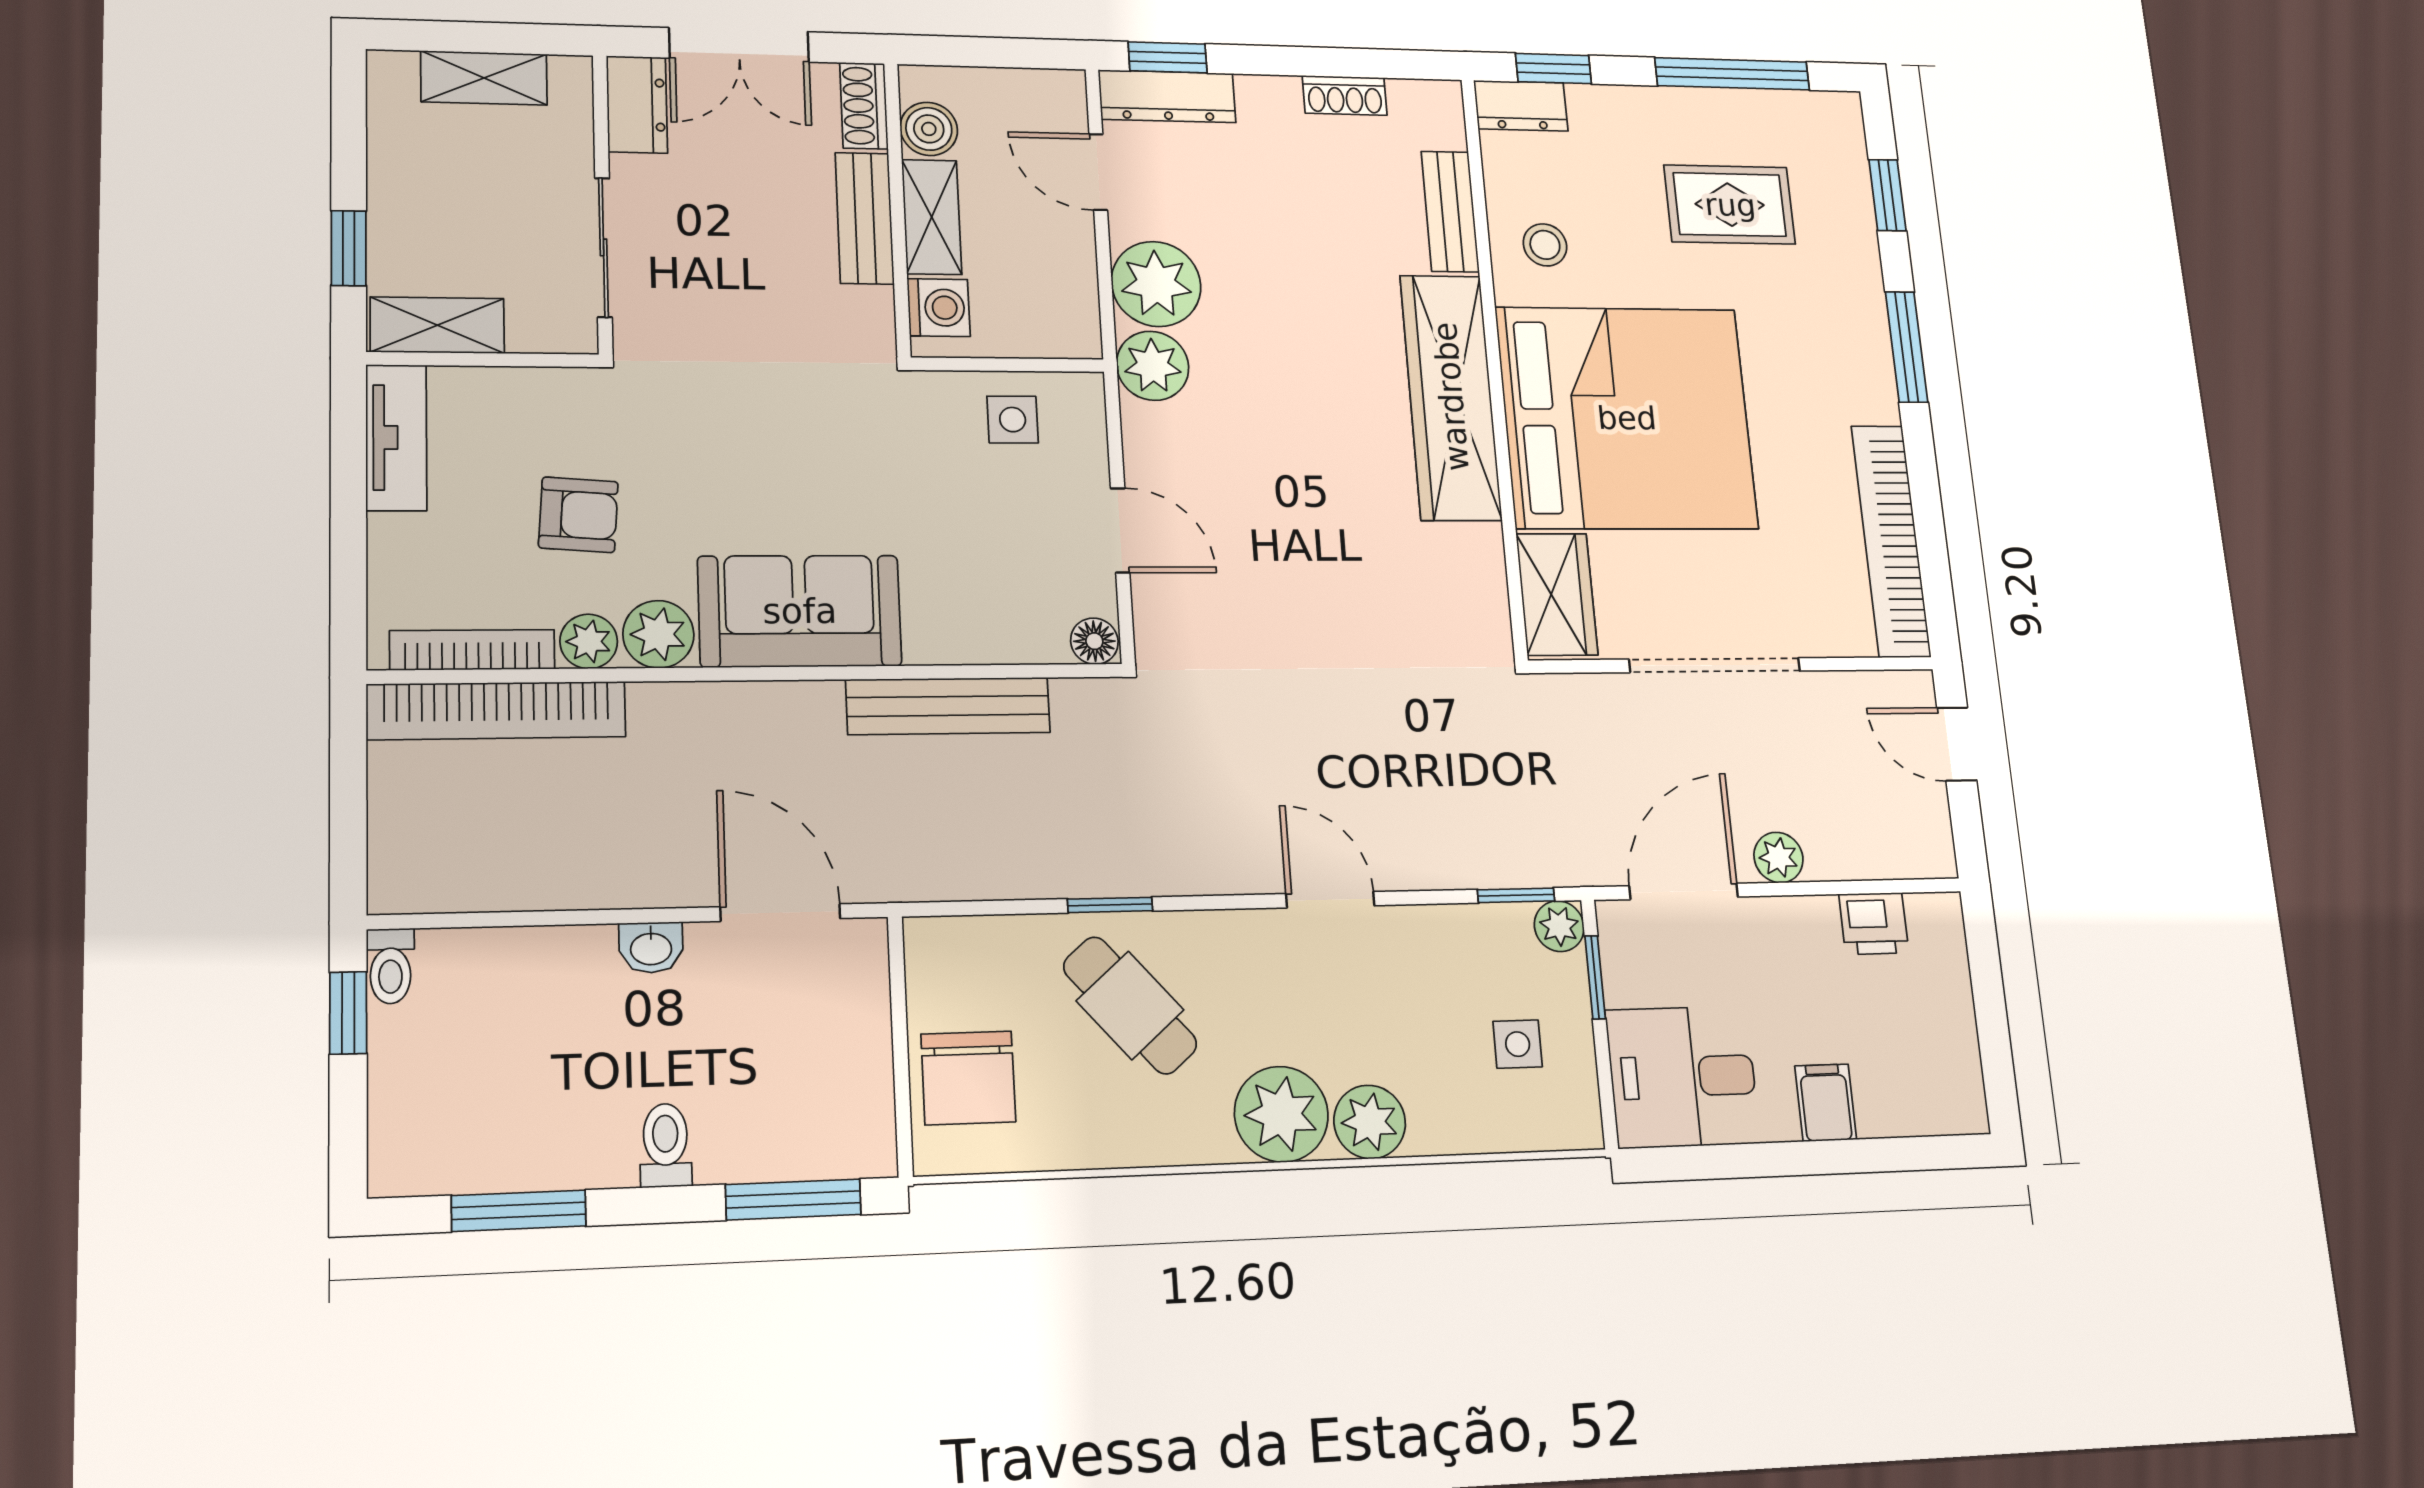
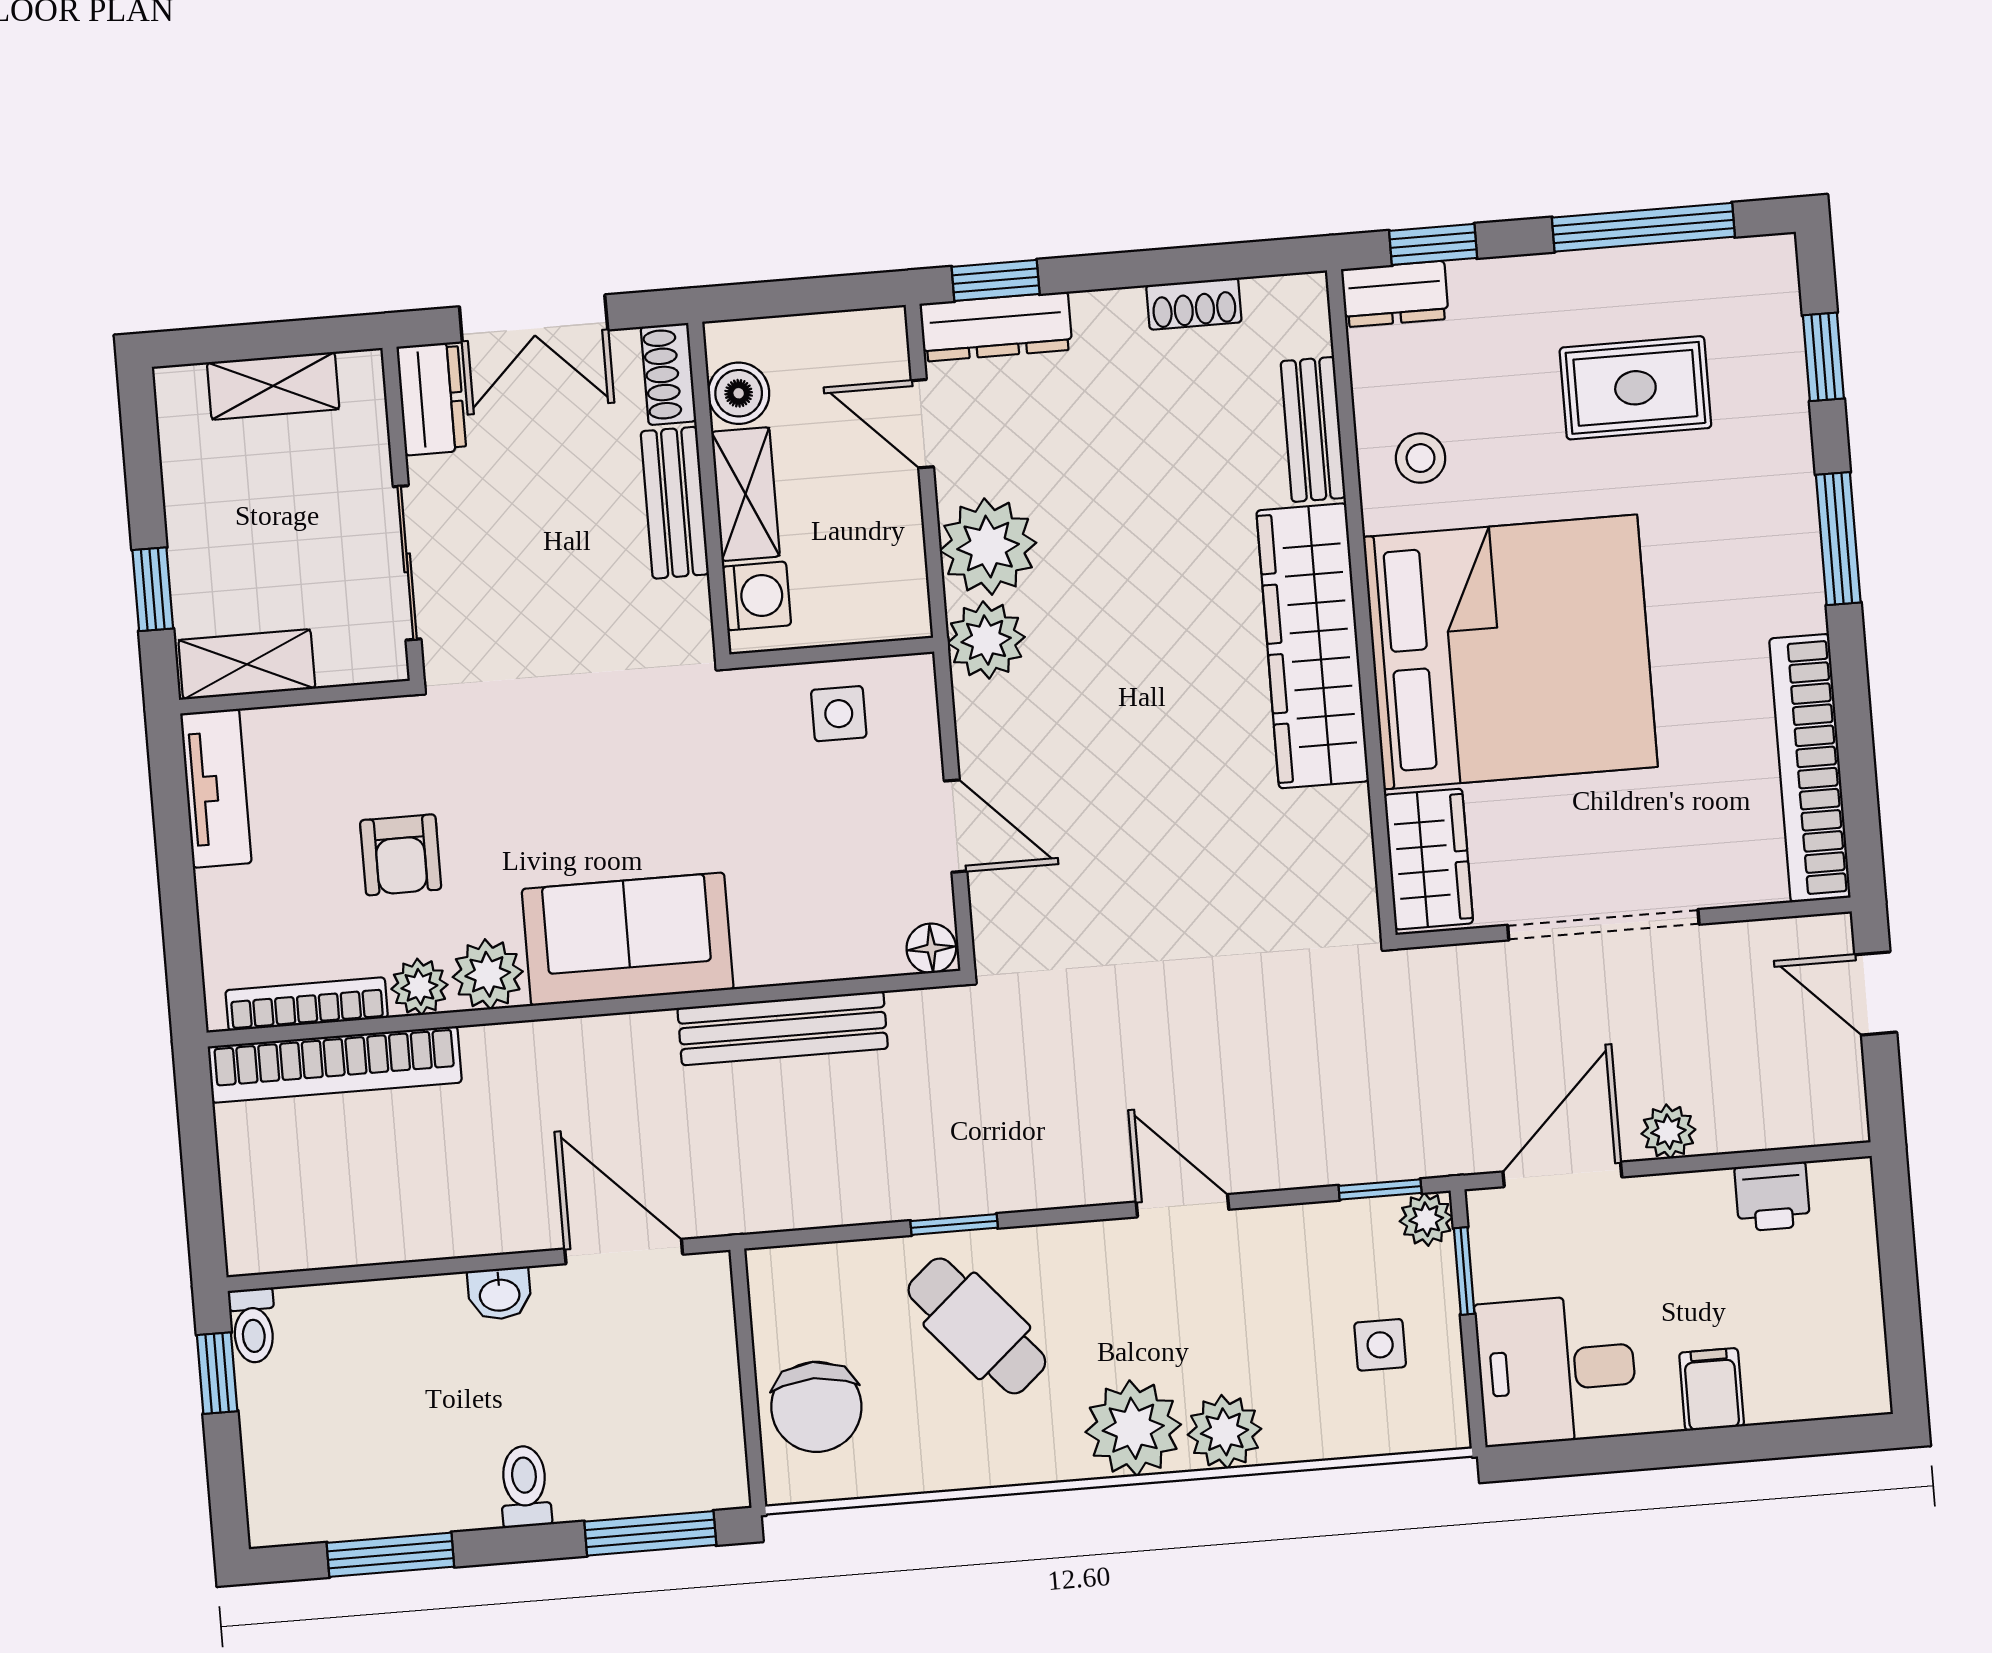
armchair: (578, 515) -> (401, 855), turned 86

